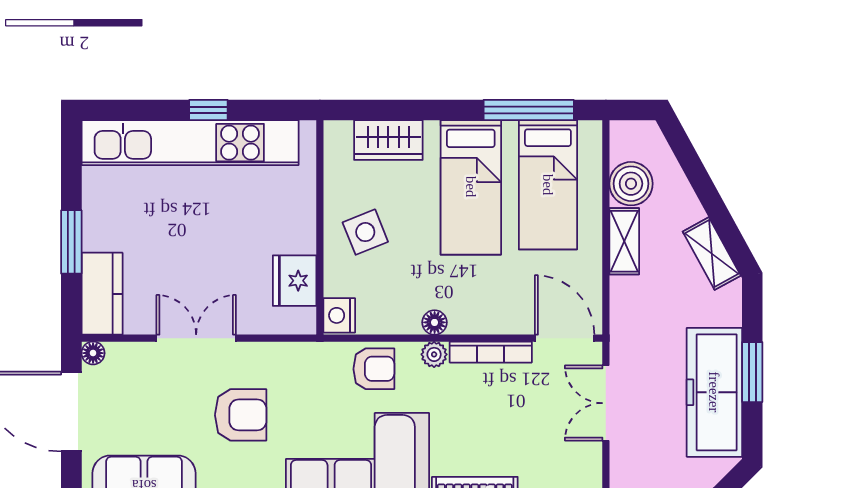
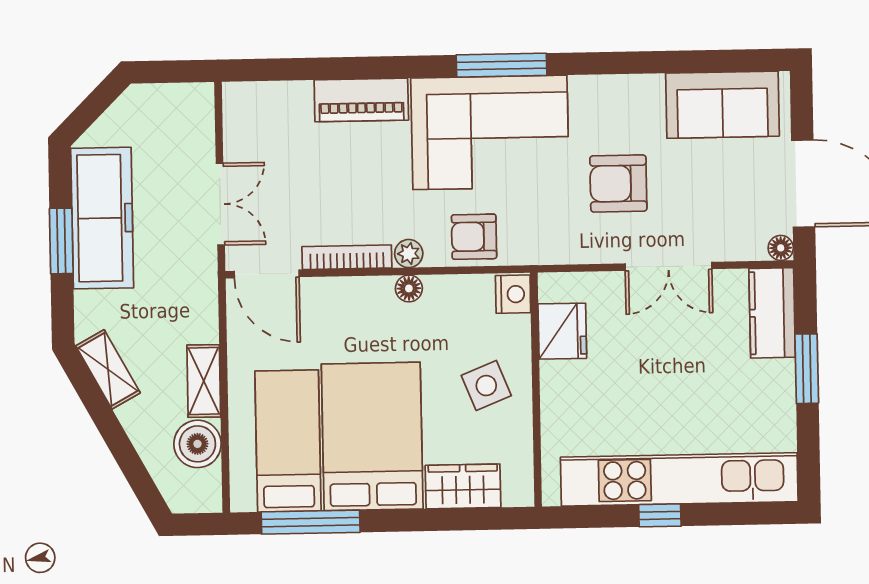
bed: (471, 187) -> (372, 436), width x1.50

